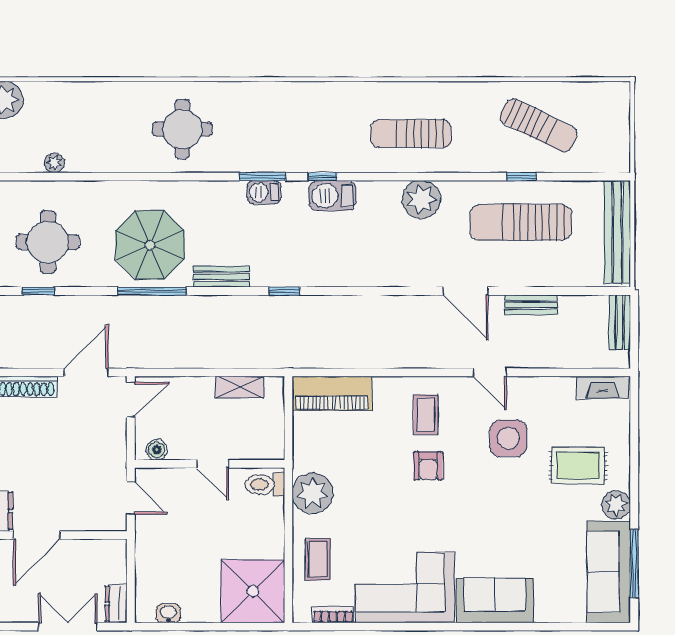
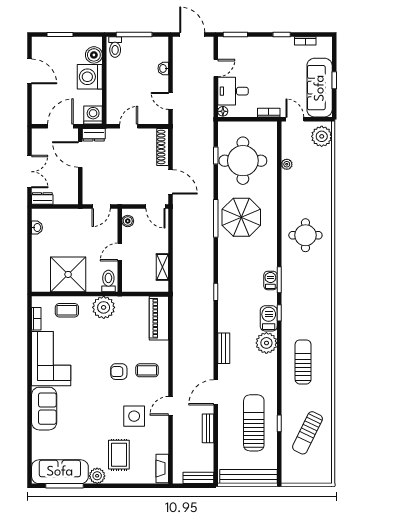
plant: (421, 199) -> (266, 343), moved
round table: (48, 242) -> (243, 161), width x1.36, depth x1.36
bench: (221, 277) -> (224, 348), moved
shower: (253, 591) -> (68, 274), moved

